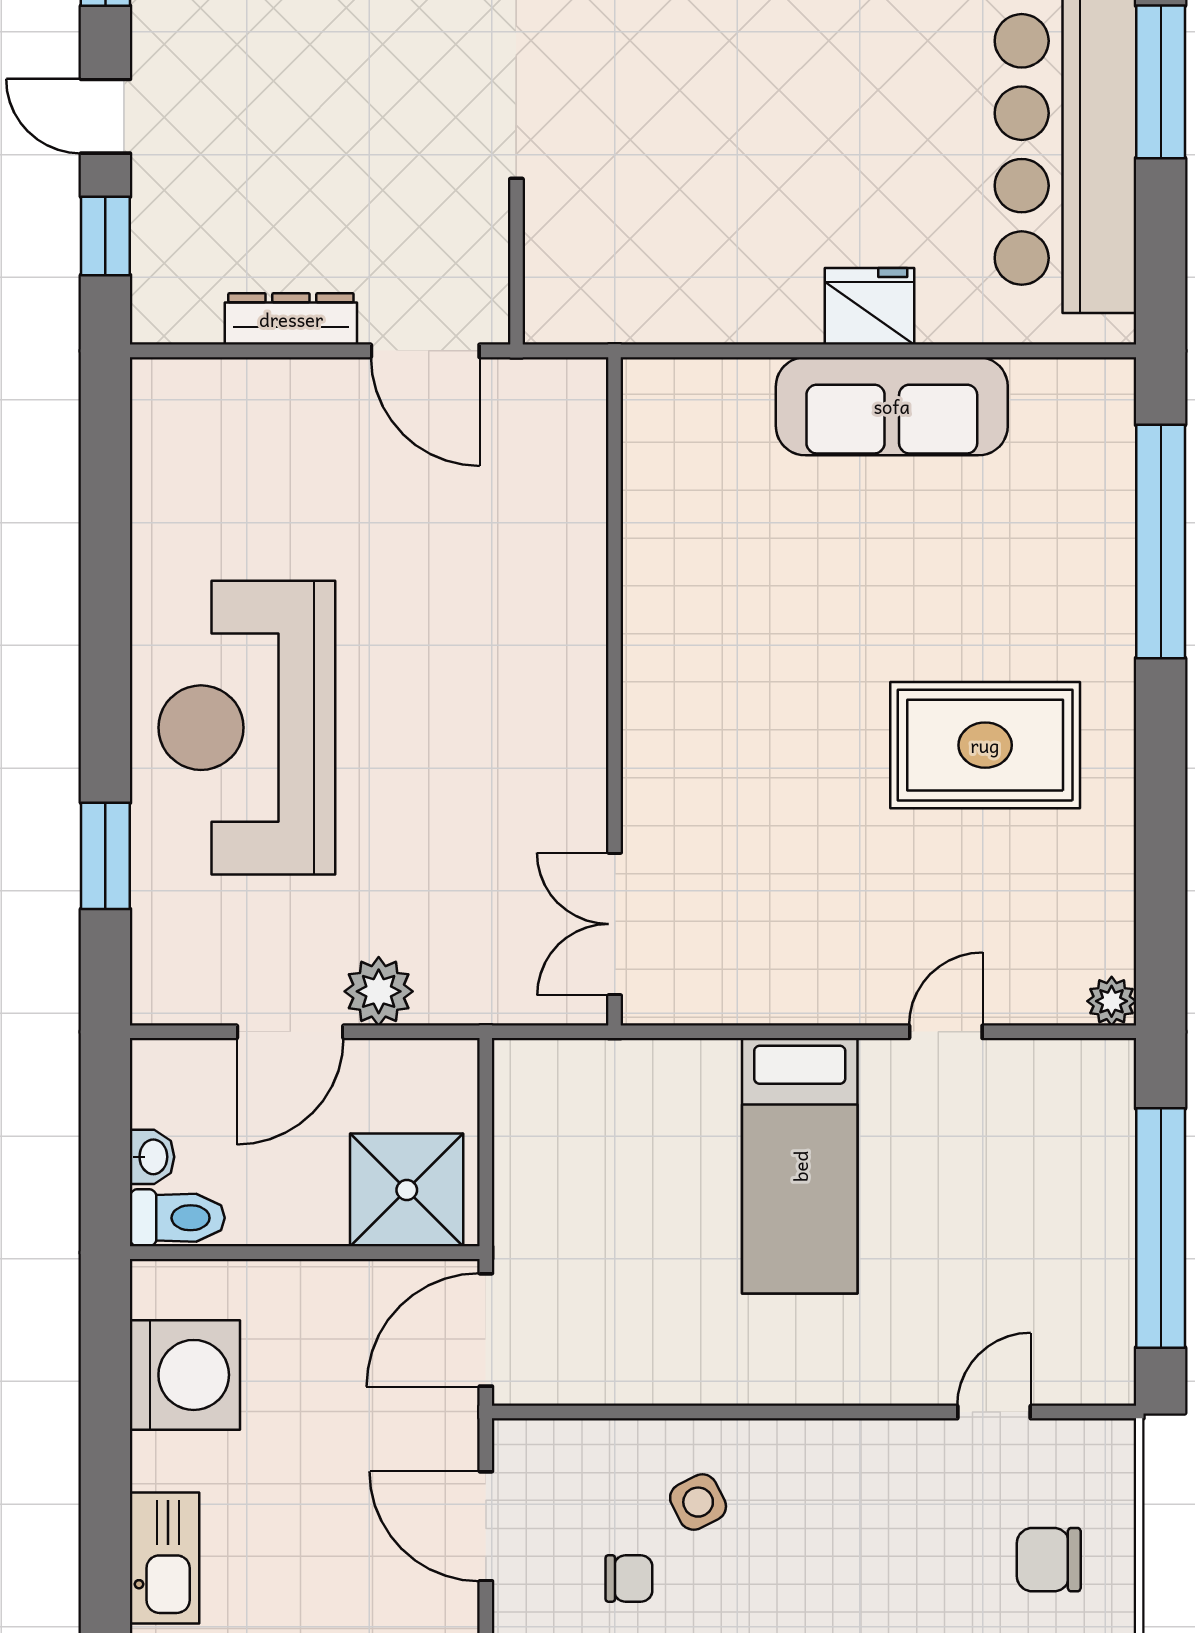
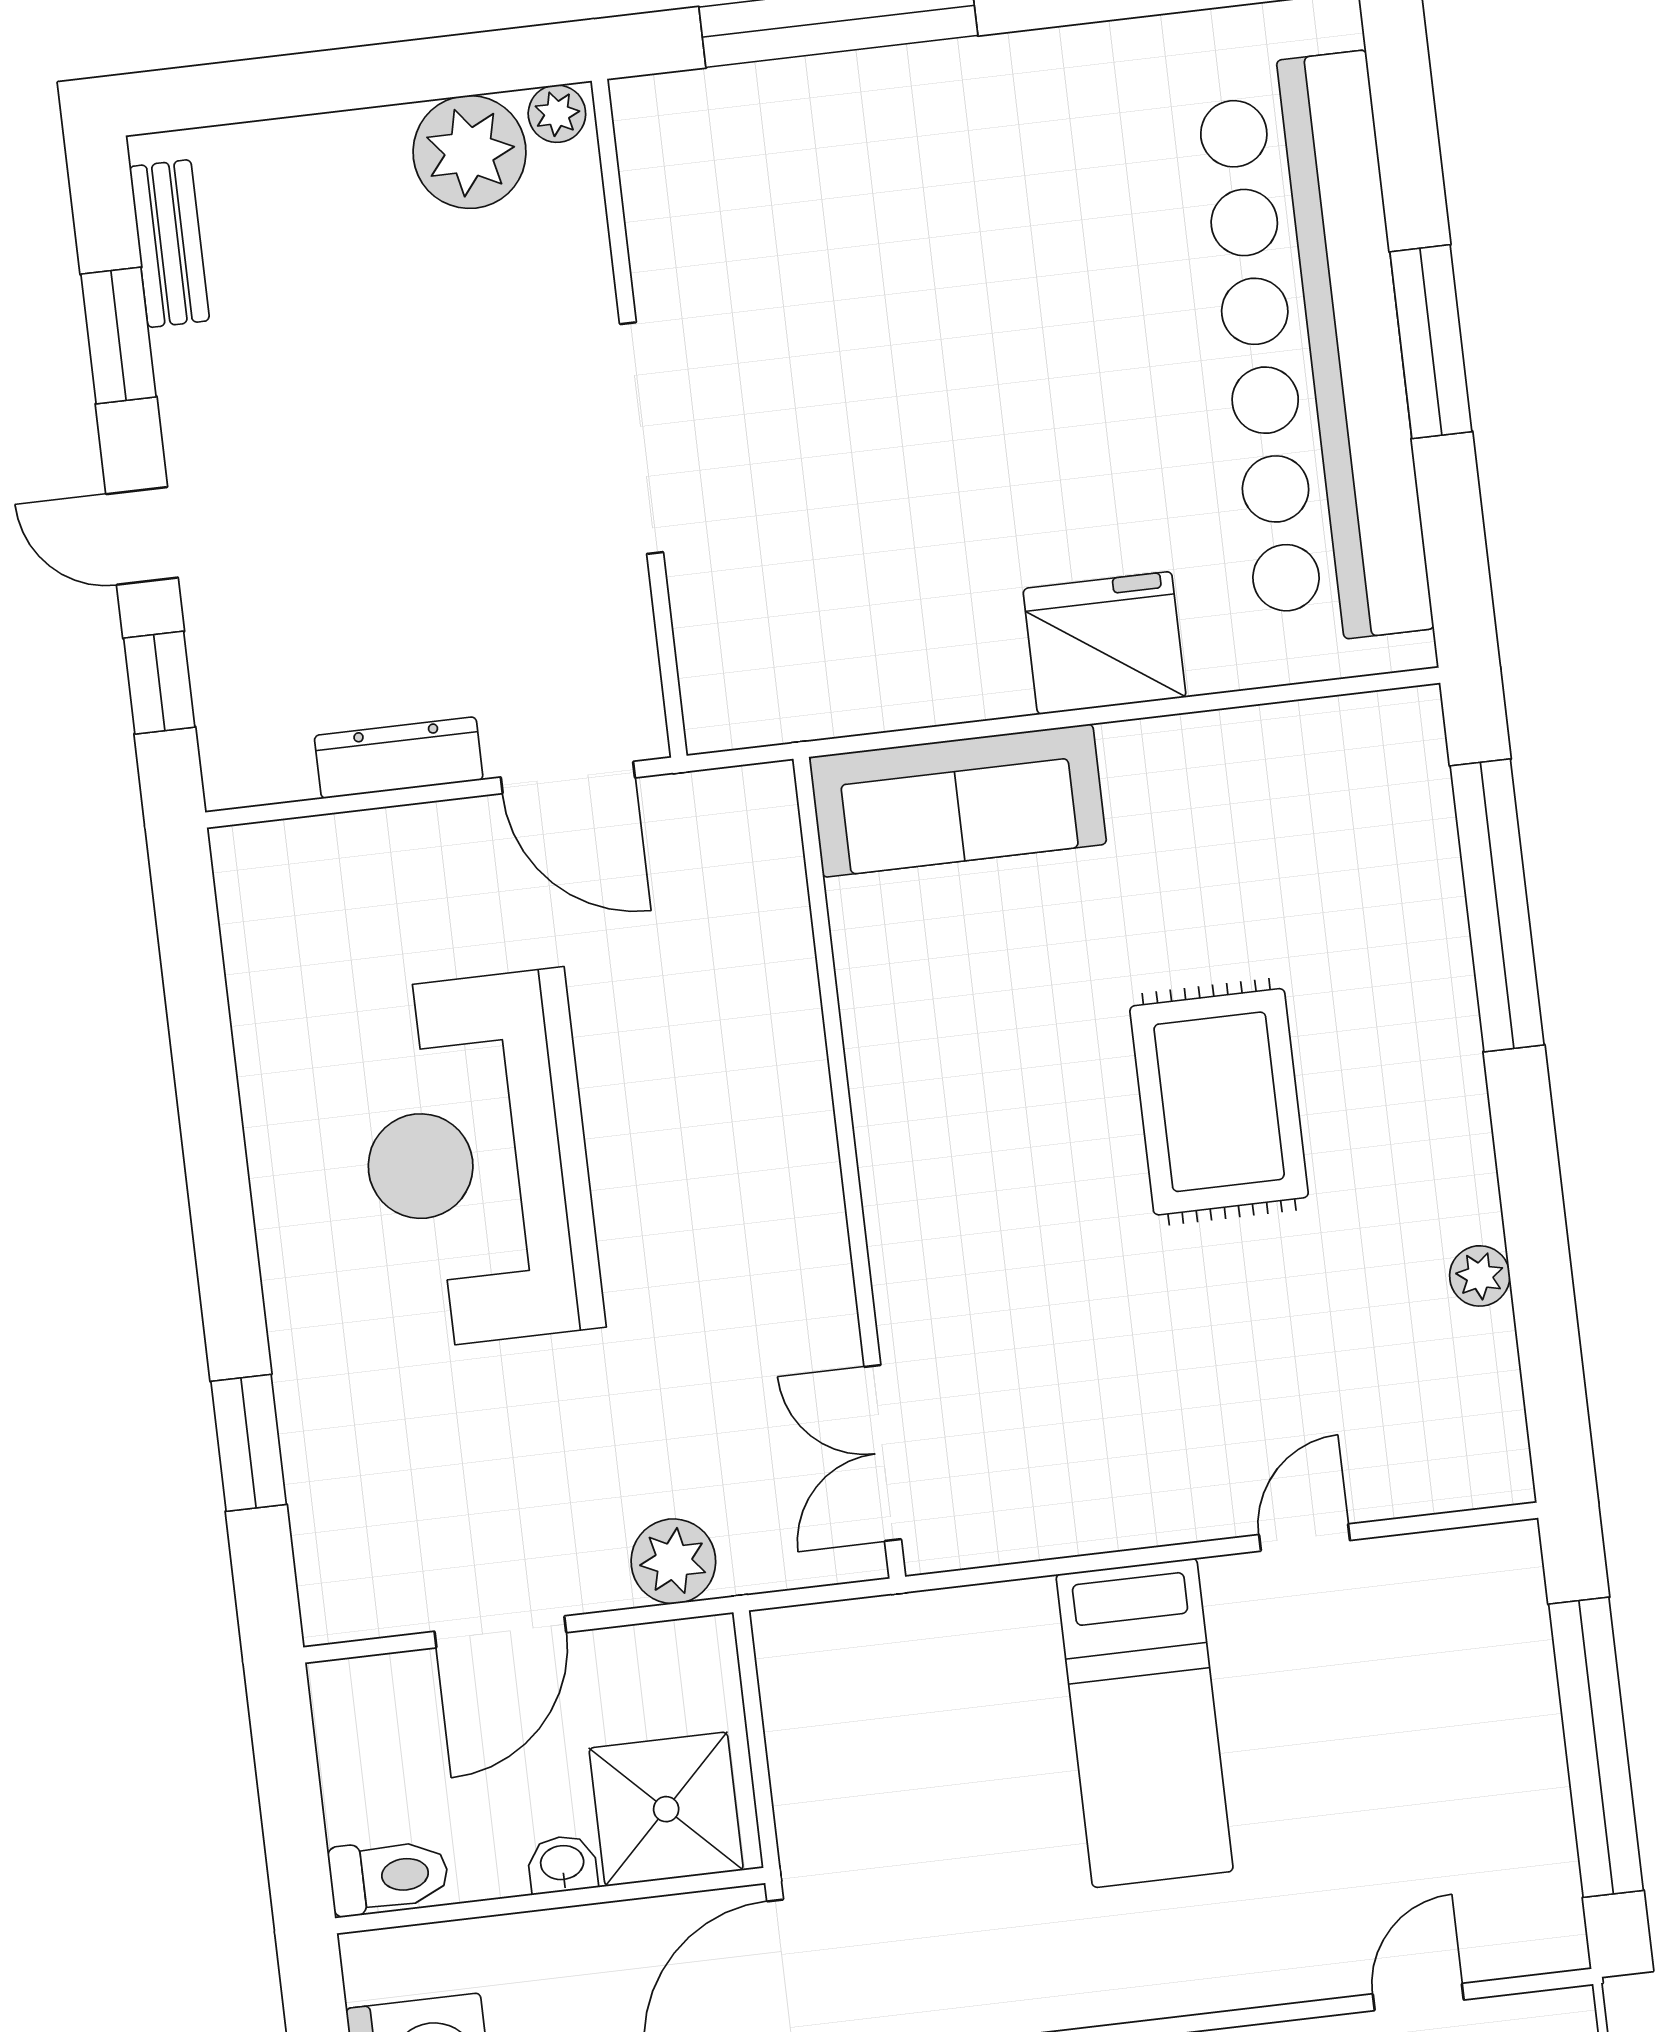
fridge: (870, 306) -> (1105, 643), width x1.36, depth x1.34
sofa: (892, 406) -> (958, 801), moved
reception desk: (247, 728) -> (477, 1159), moved
rug: (985, 745) -> (1219, 1102), moved, turned 90
plant: (379, 991) -> (673, 1561), moved
plant: (1112, 1001) -> (1480, 1276), moved
washbasin: (152, 1157) -> (562, 1864), moved, turned -90

